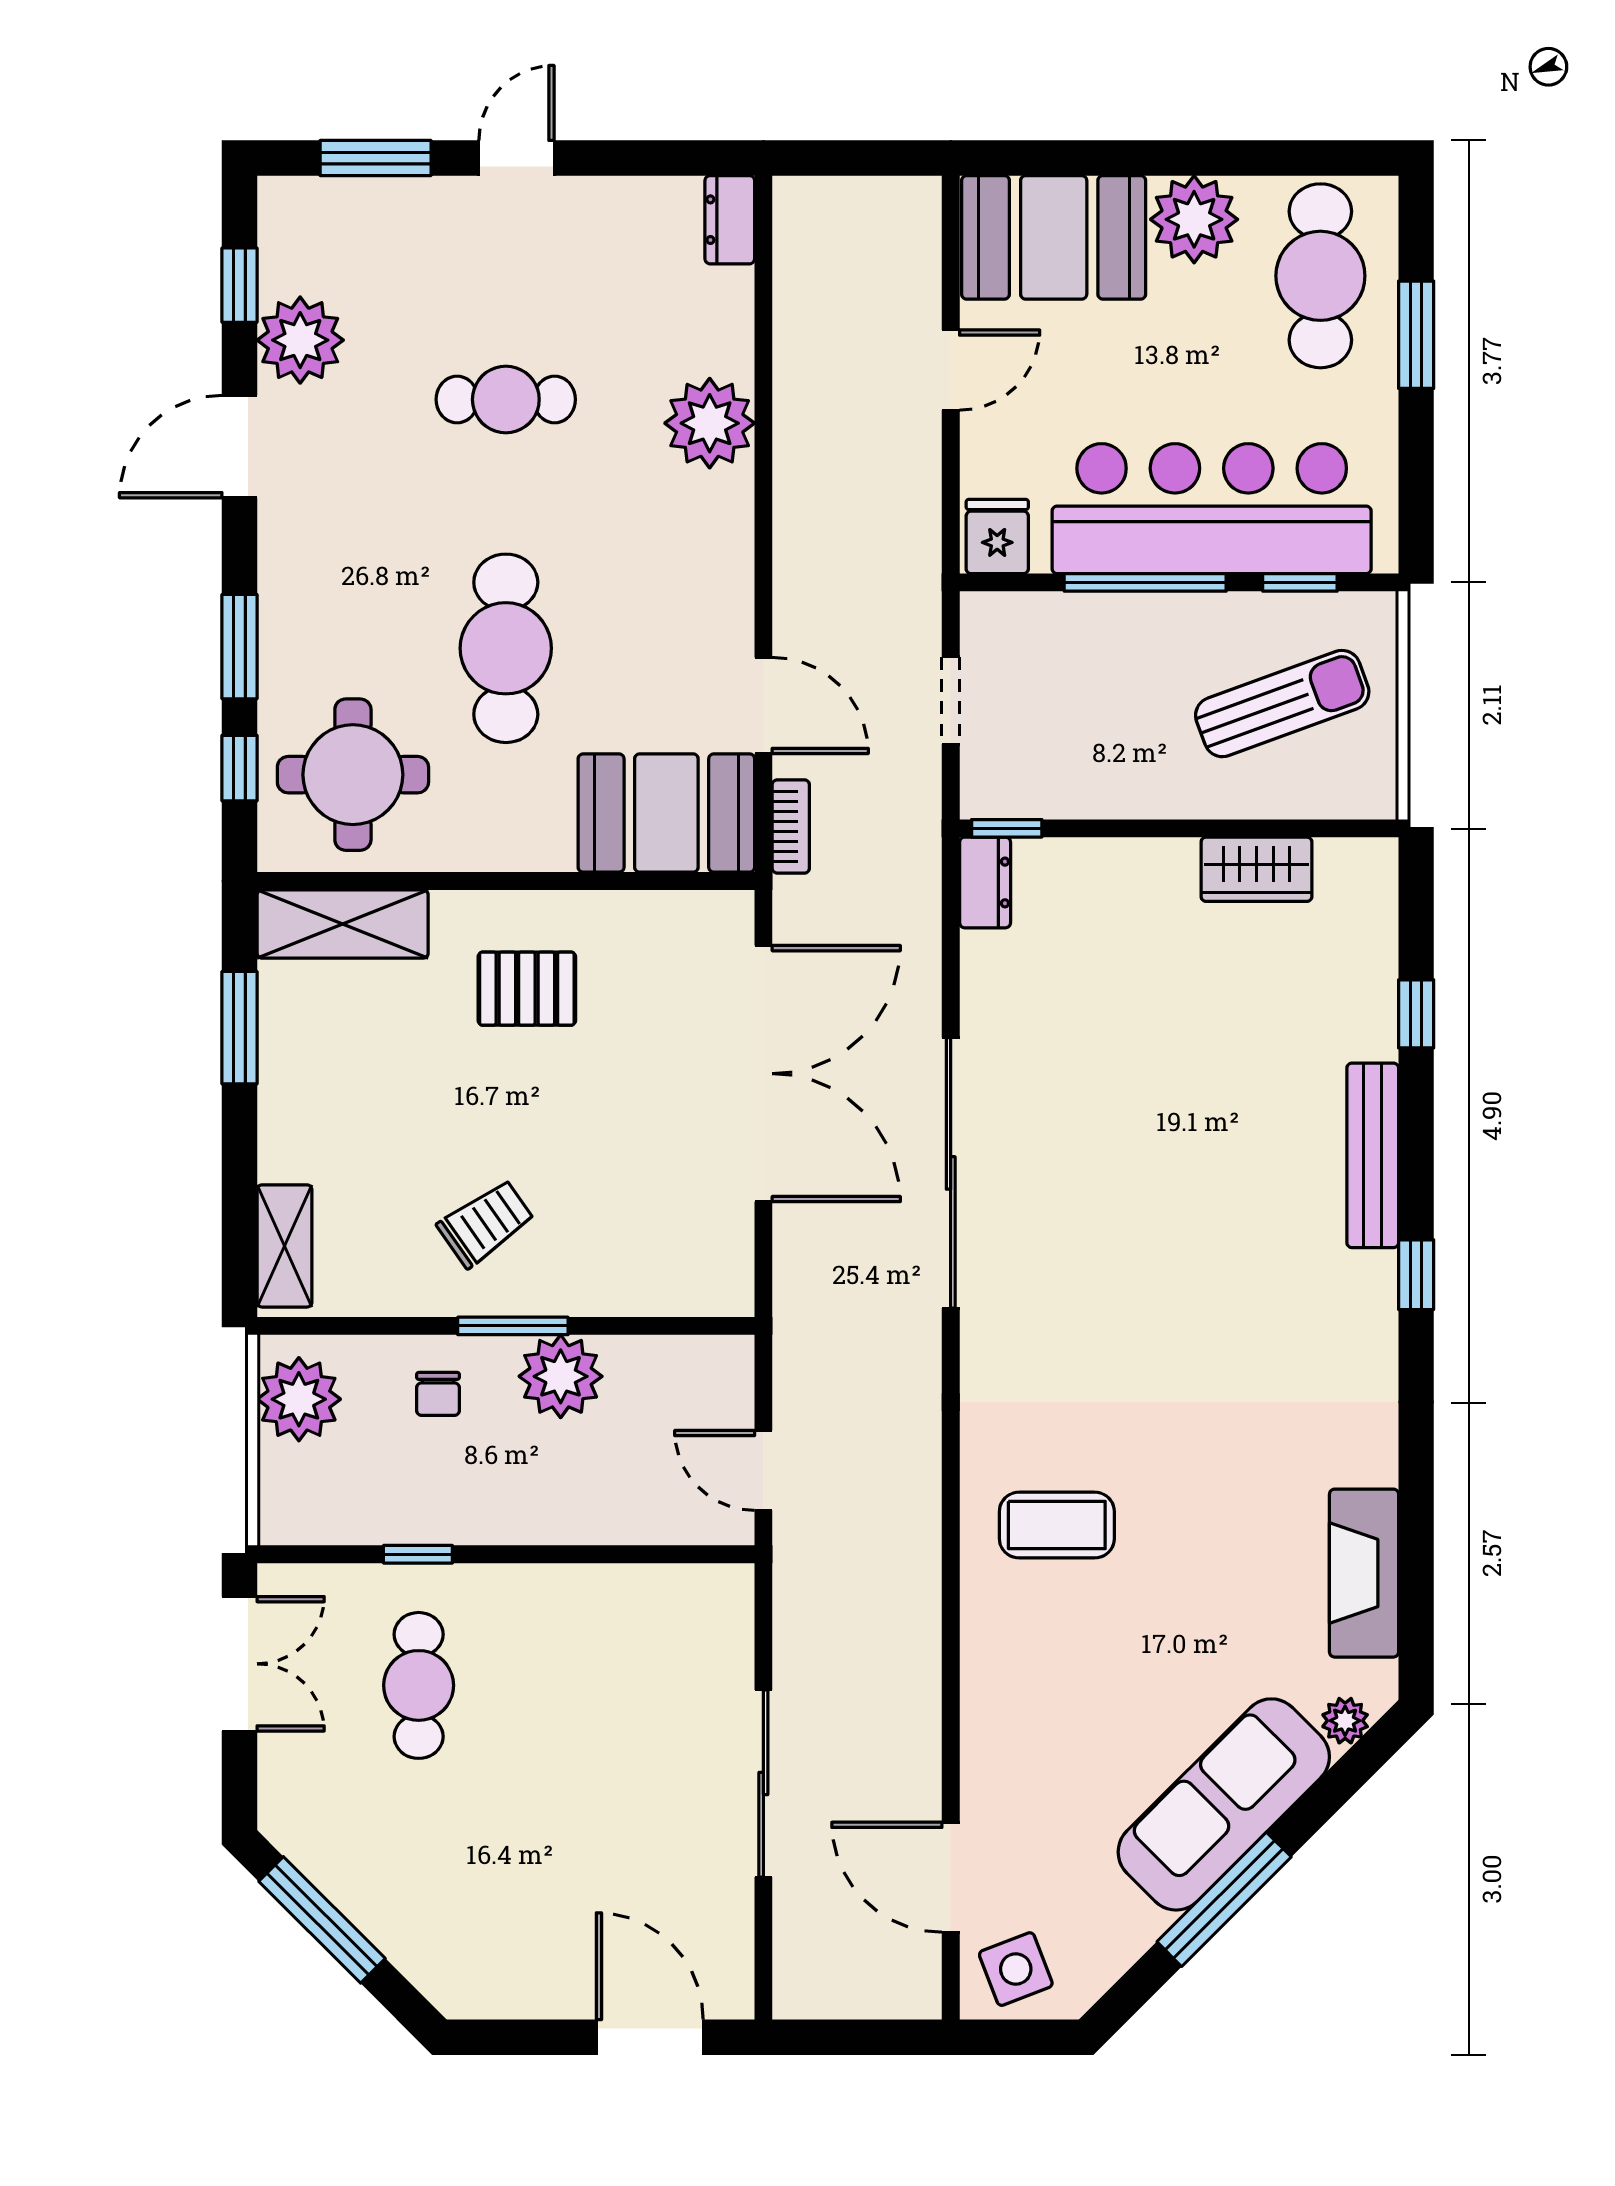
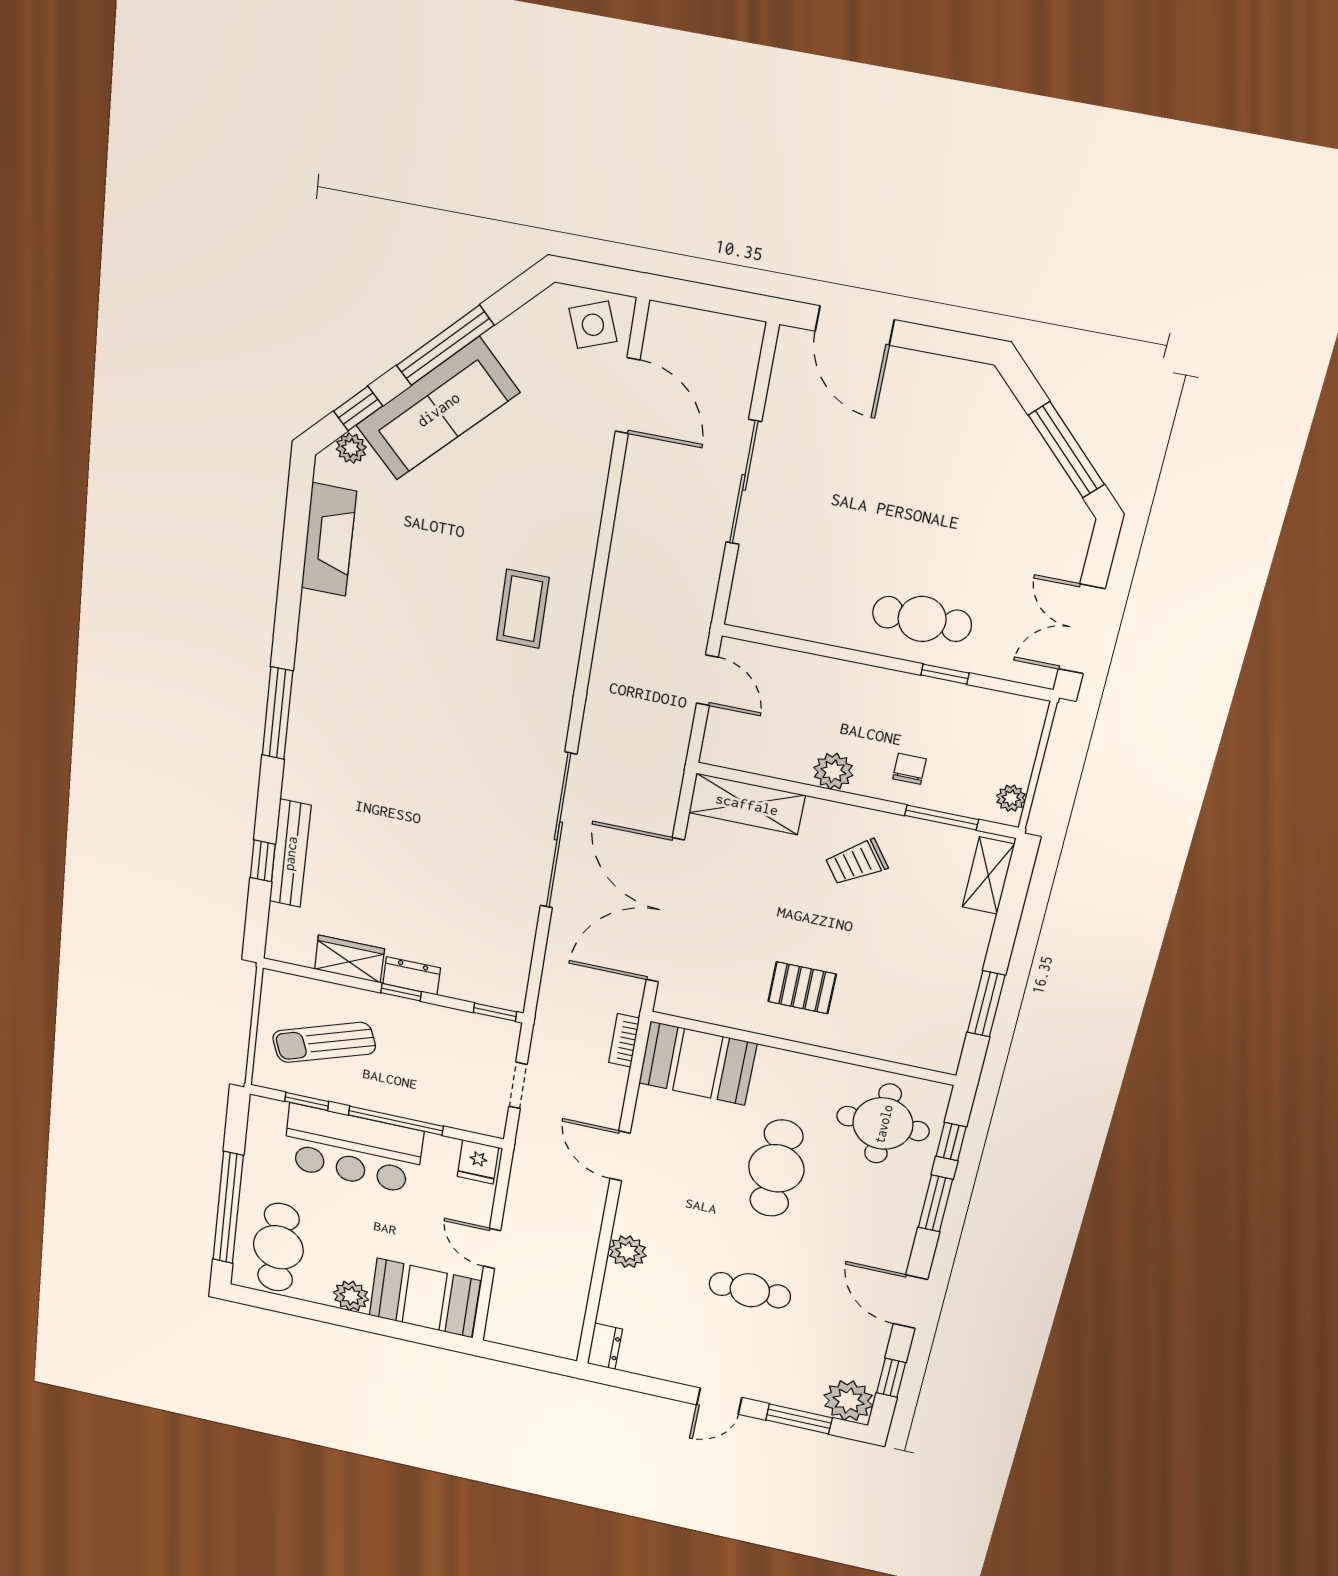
plant: (1194, 219) -> (351, 1296), width x0.73, depth x0.73
window: (1416, 335) -> (228, 1208), width x2.11
plant: (300, 340) -> (848, 1401), moved
door: (951, 370) -> (492, 1248), hinge flipped
plant: (710, 423) -> (627, 1252), width x0.73, depth x0.73
door: (239, 447) -> (910, 1302), swing flipped
bar counter: (1212, 509) -> (353, 1149), width x0.73
door: (763, 706) -> (620, 1156), moved
window: (1165, 828) -> (401, 992), added
dresser: (985, 882) -> (412, 976), moved, turned 90
shelving: (343, 924) -> (747, 804), moved
bench: (1373, 1155) -> (290, 853), moved
window: (1416, 1275) -> (277, 713), width x2.17
window: (513, 1326) -> (942, 817), moved
plant: (561, 1376) -> (833, 771), width x0.73, depth x0.73
plant: (299, 1399) -> (1011, 798), width x0.53, depth x0.53
coffee table: (1057, 1525) -> (523, 609), turned 90
cafe table: (419, 1685) -> (922, 619), moved, turned 90
window: (1341, 1782) -> (358, 409), added

